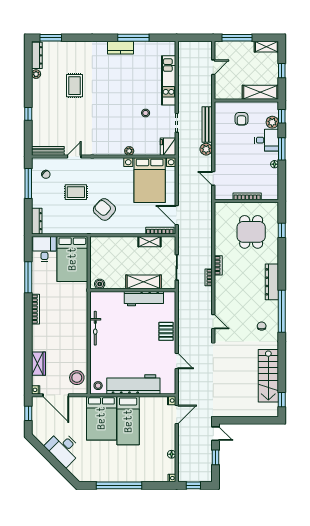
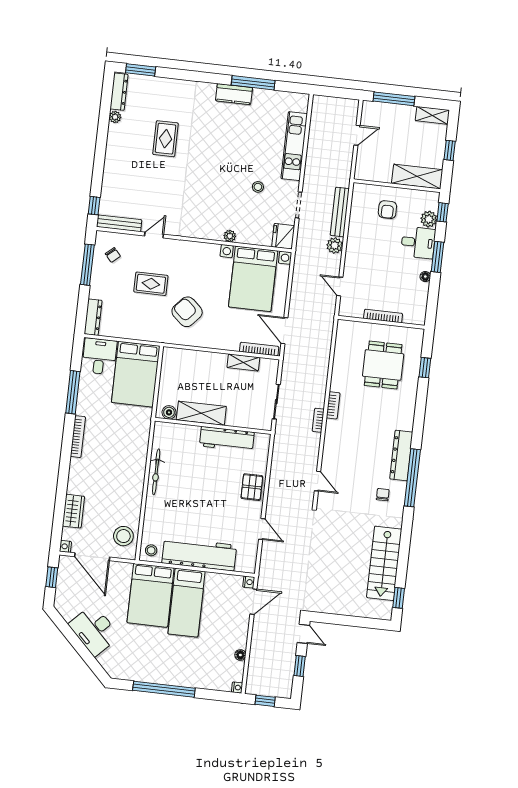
window: (28, 114) -> (94, 206), moved
shelving: (143, 282) -> (201, 413), moved
dresser: (272, 282) -> (401, 456), moved

